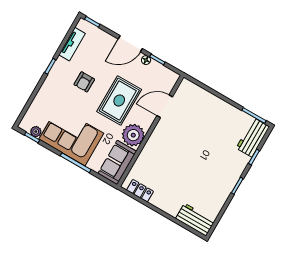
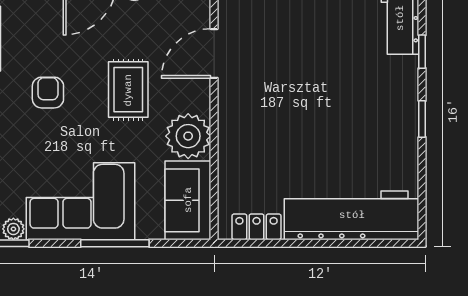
armchair: (84, 82) -> (48, 93), turned 180
rug: (119, 100) -> (128, 90), width x0.73, depth x0.70
workbench: (195, 220) -> (352, 215), width x1.88, depth x1.32

